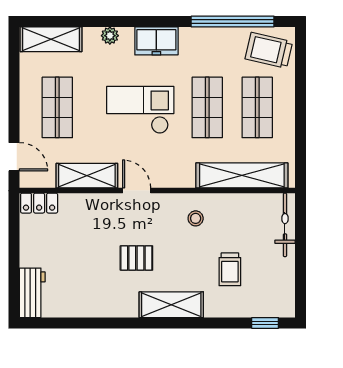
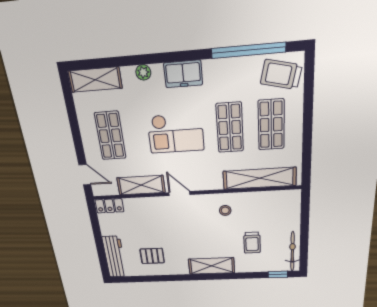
checkout: (140, 110) -> (176, 133), turned 180
bicycle: (285, 225) -> (292, 251), moved
pallet: (136, 258) -> (152, 256), moved
workbench: (32, 293) -> (115, 257), width x1.38

